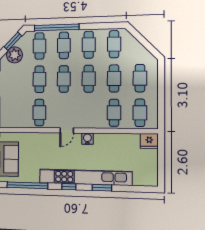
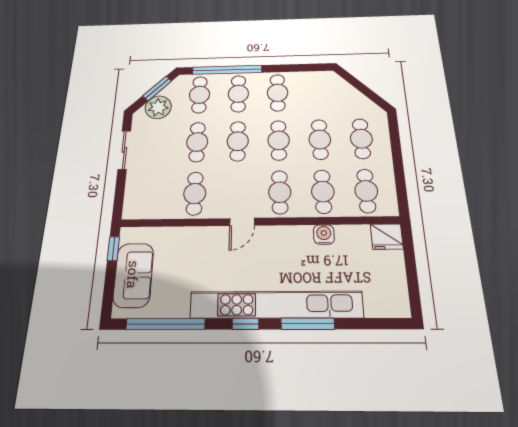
cafe table: (114, 44) -> (280, 192), moved
water cooler: (87, 139) -> (324, 235), moved
window: (102, 188) -> (308, 324), width x1.44

